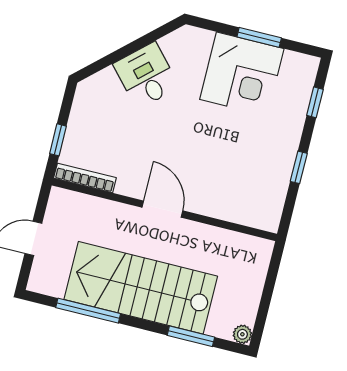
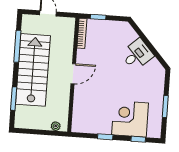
corner desk: (242, 74) -> (130, 119), moved, turned 90
plant: (242, 334) -> (56, 126), moved

